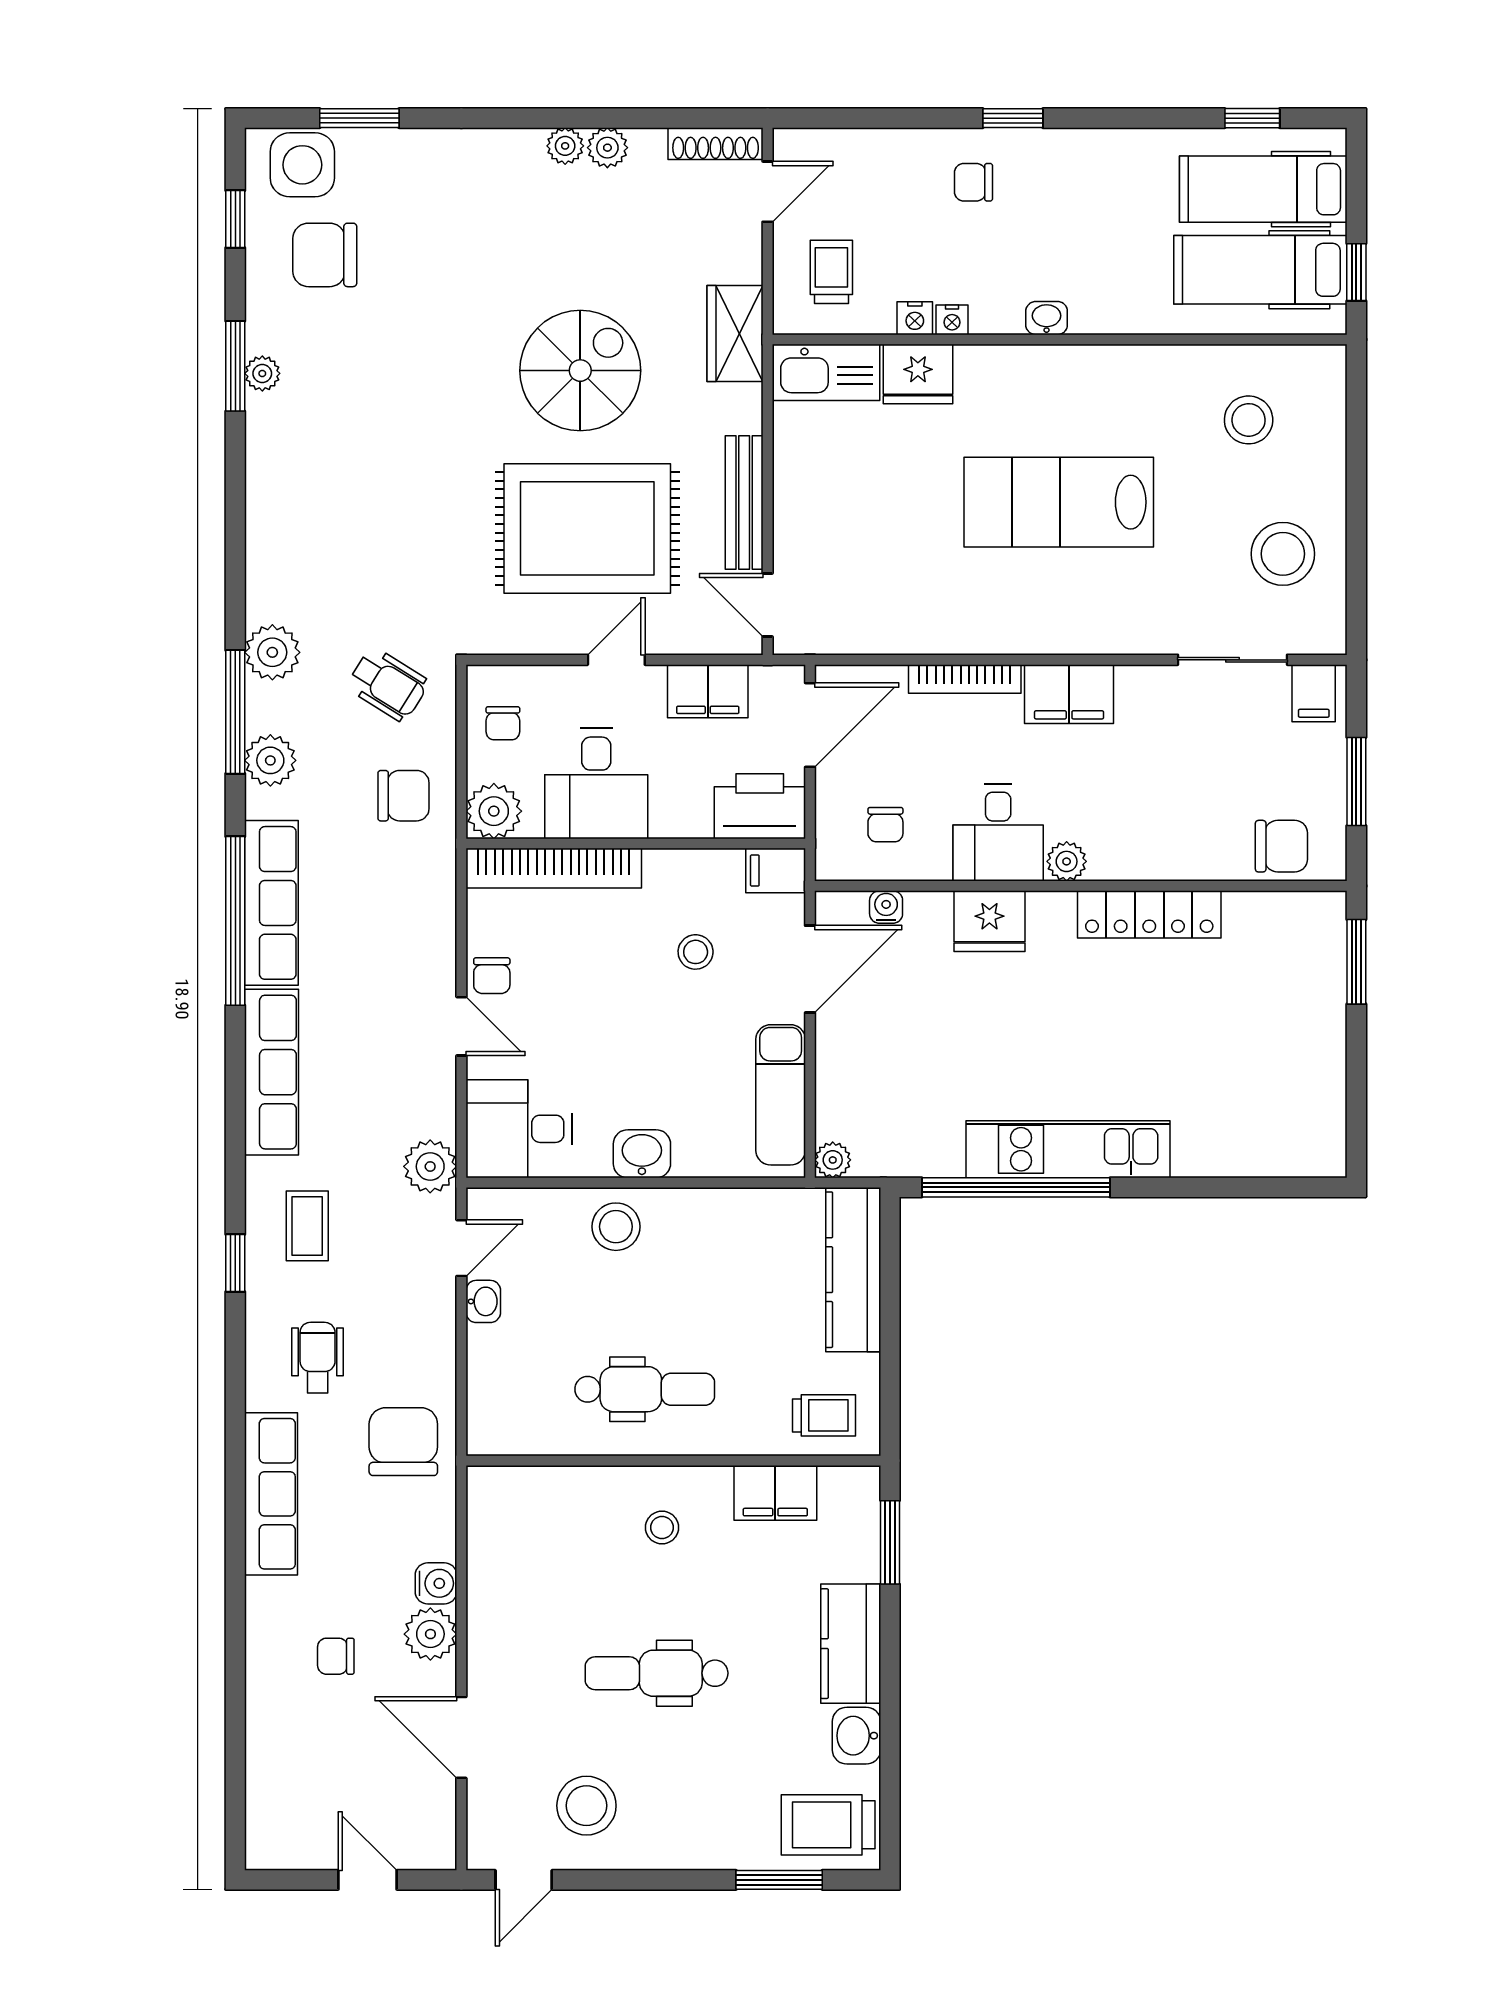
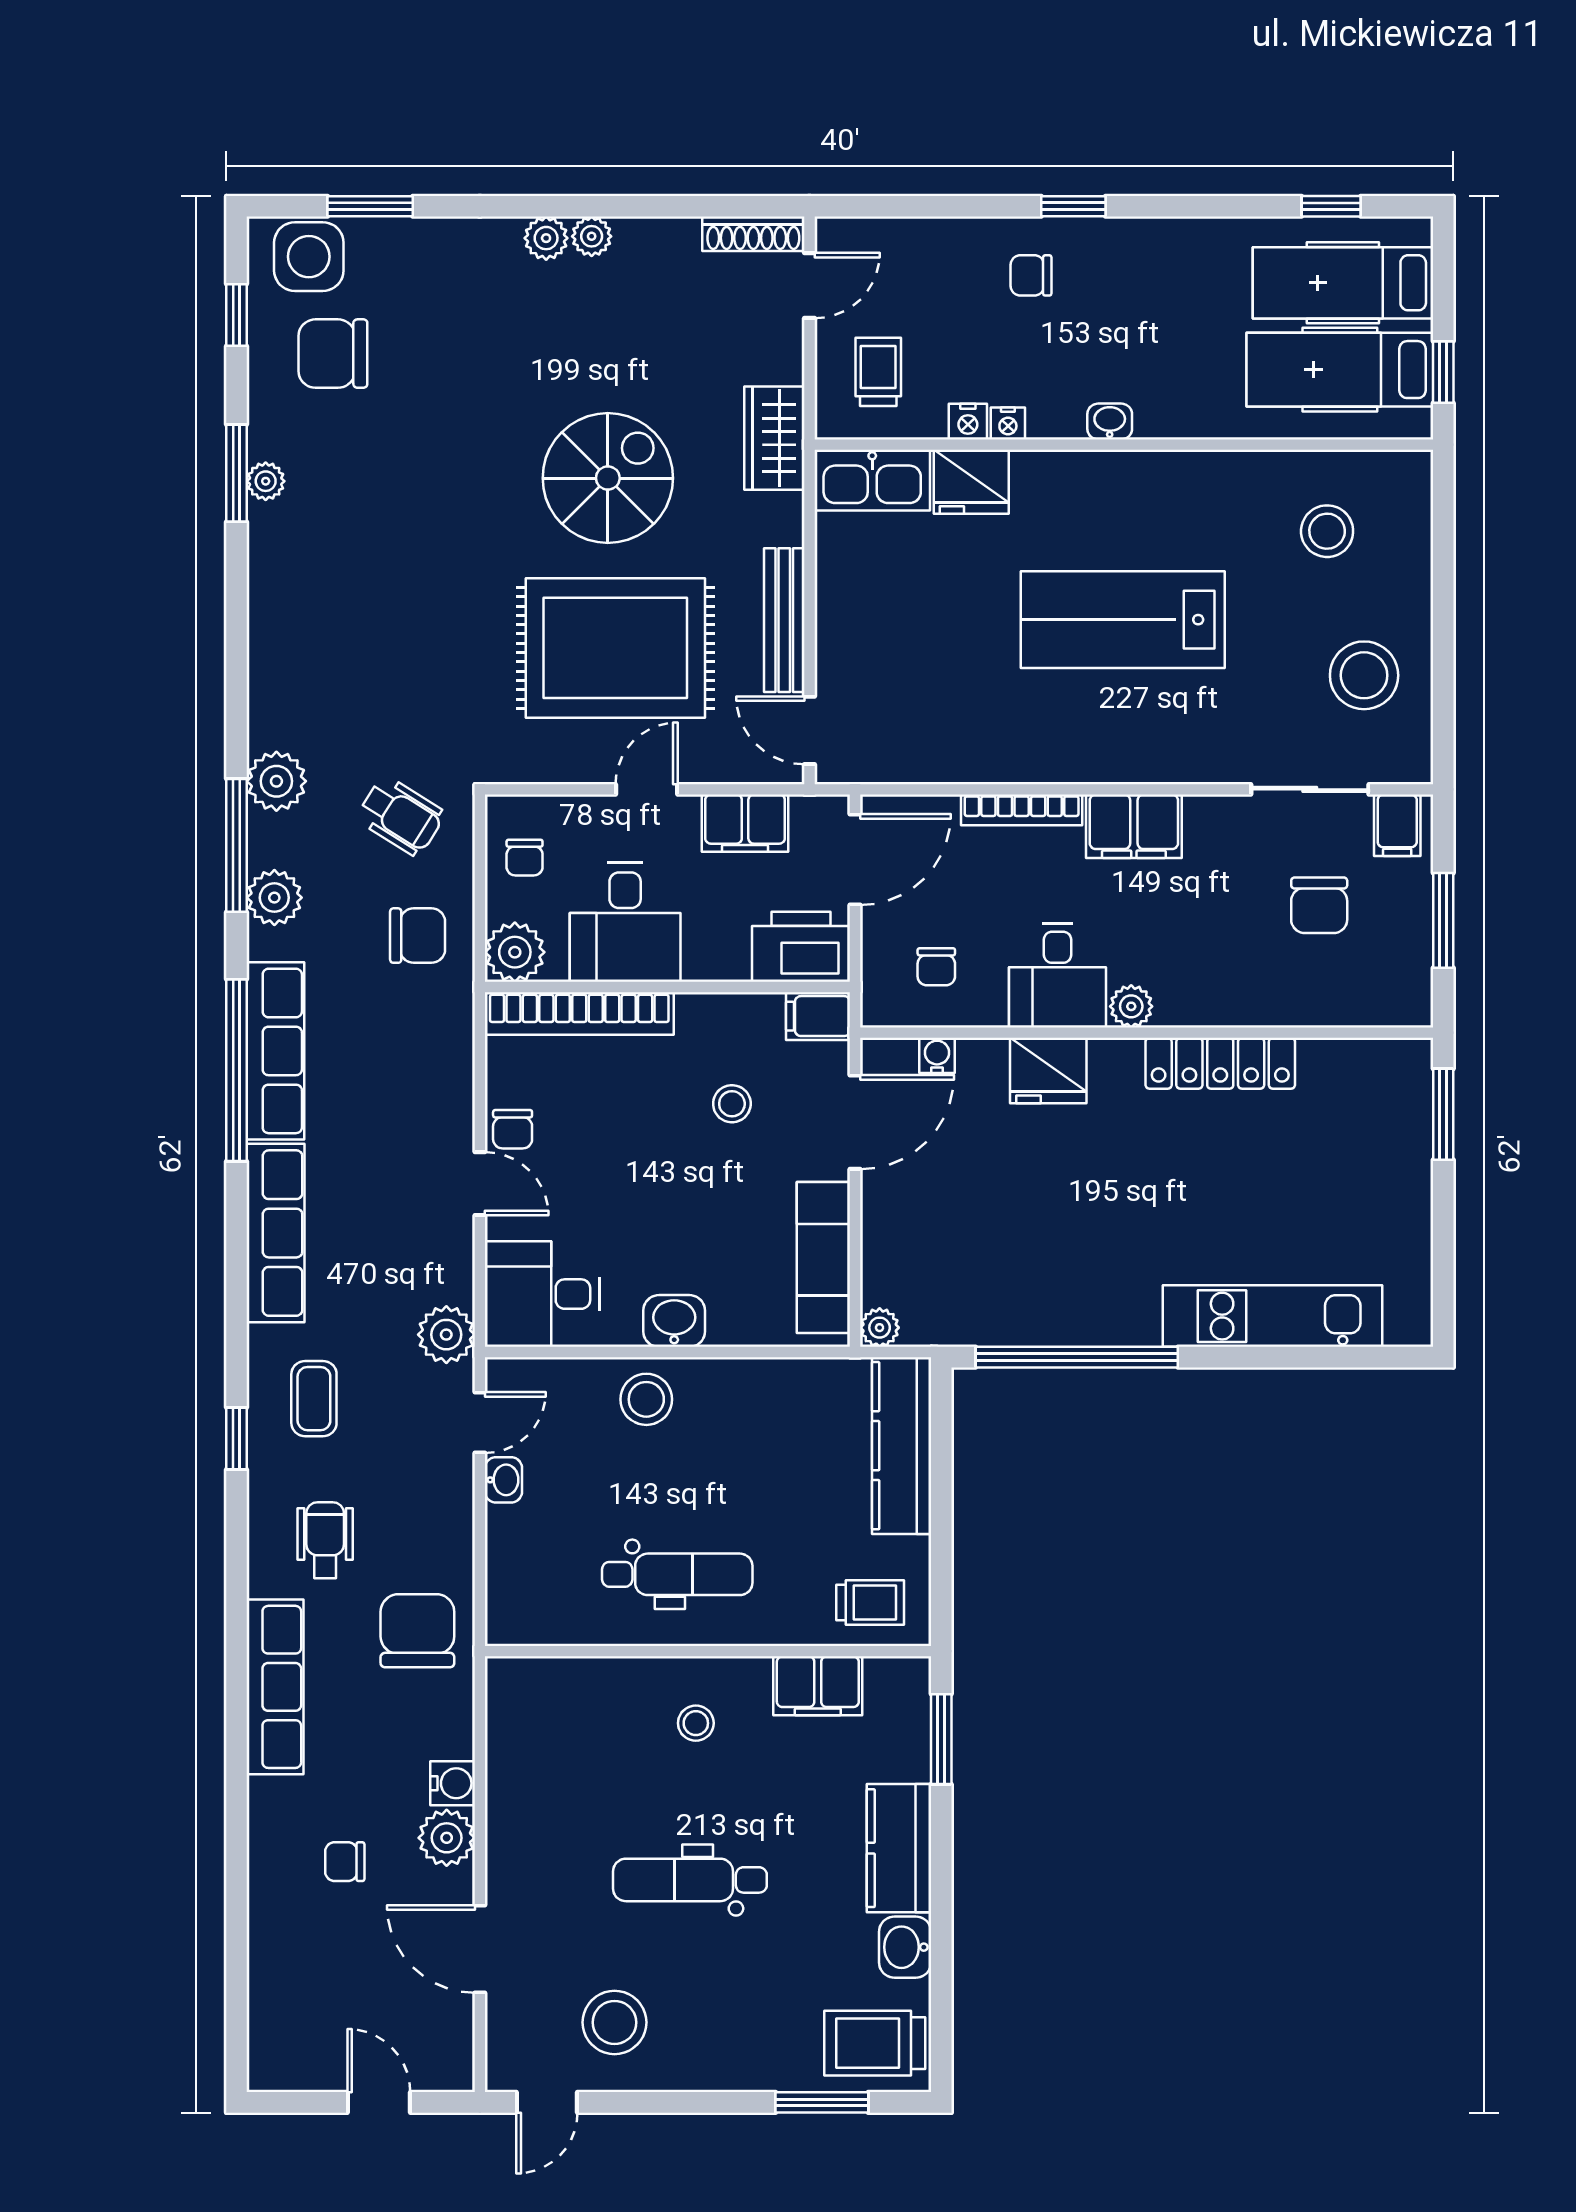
plant: (607, 148) -> (546, 238), moved
chair: (1281, 846) -> (1319, 905), moved, turned 90
kitchen unit: (1068, 1149) -> (1273, 1316), moved

